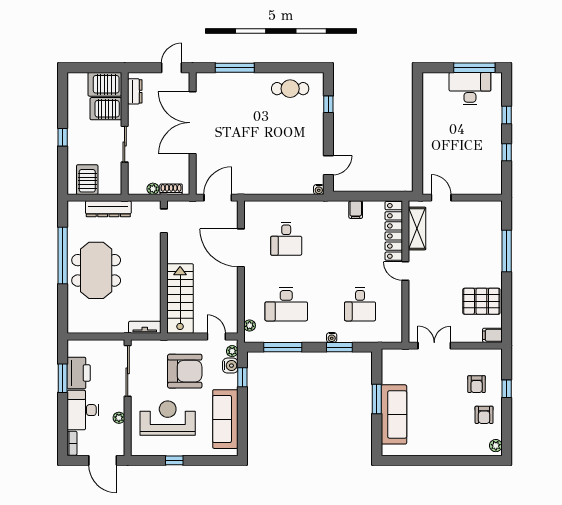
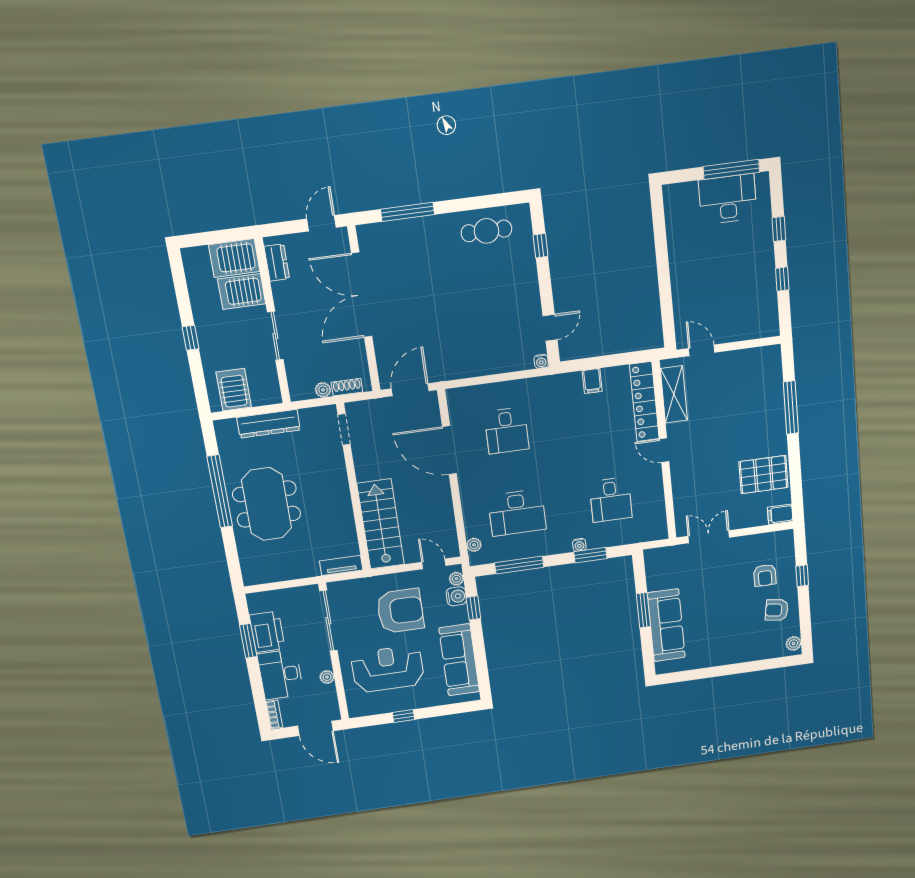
armchair: (484, 415) -> (777, 610), turned 99

